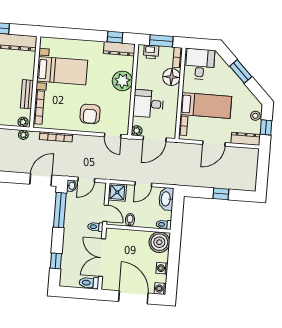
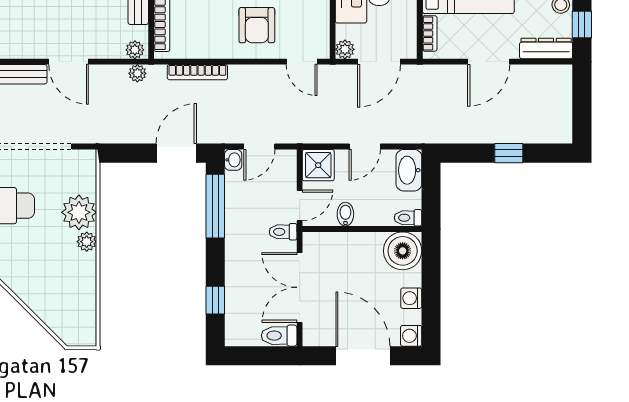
door: (106, 213) -> (300, 205), hinge flipped

